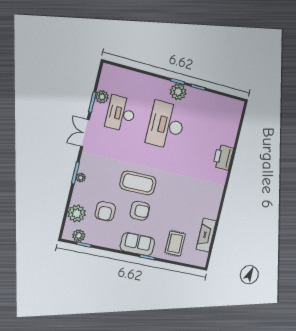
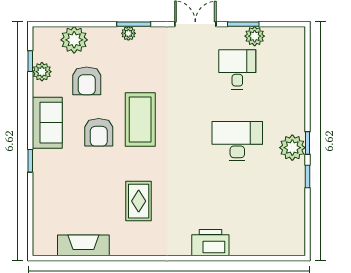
desk: (121, 114) -> (237, 69), width x0.73
desk: (166, 125) -> (237, 141), width x0.73, depth x0.77
armchair: (105, 211) -> (87, 81), turned -90
plant: (79, 236) -> (42, 72), moved
rug: (175, 243) -> (139, 201), moved, turned 90
sofa: (137, 244) -> (47, 123), moved

